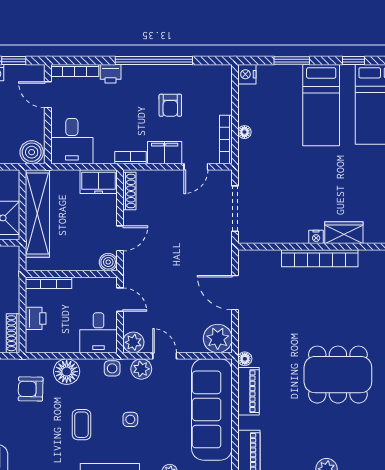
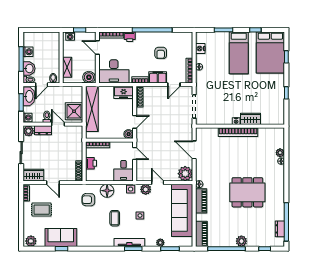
nightstand: (247, 74) -> (200, 48), moved
desk: (72, 141) -> (114, 71), width x1.37
plant: (133, 342) -> (142, 176), removed

